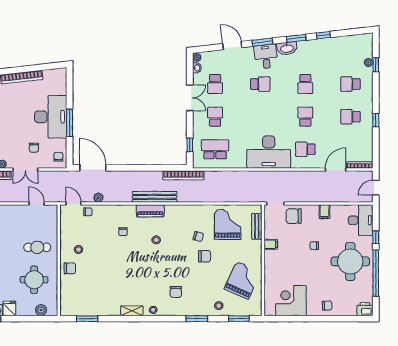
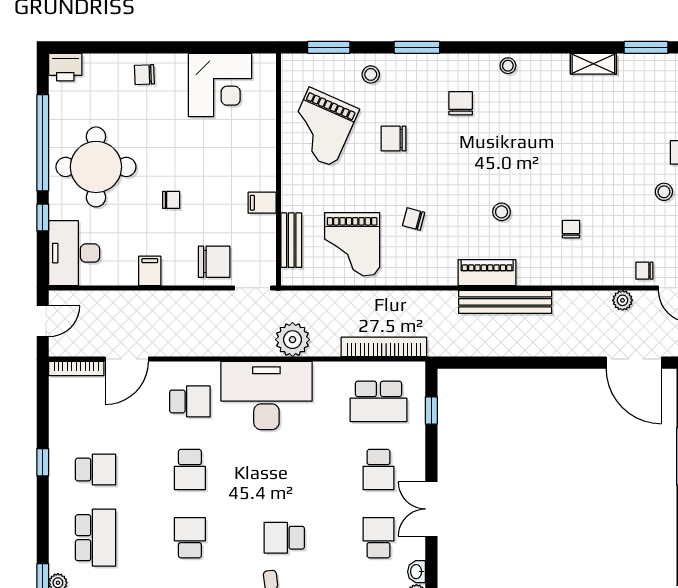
school desk: (350, 84) -> (96, 538), width x1.85
bookcase: (183, 175) -> (384, 347), moved
plant: (256, 179) -> (292, 340), added
piano: (150, 211) -> (487, 273), moved
chair: (205, 256) -> (394, 139), moved
shelving: (132, 311) -> (593, 64), moved

